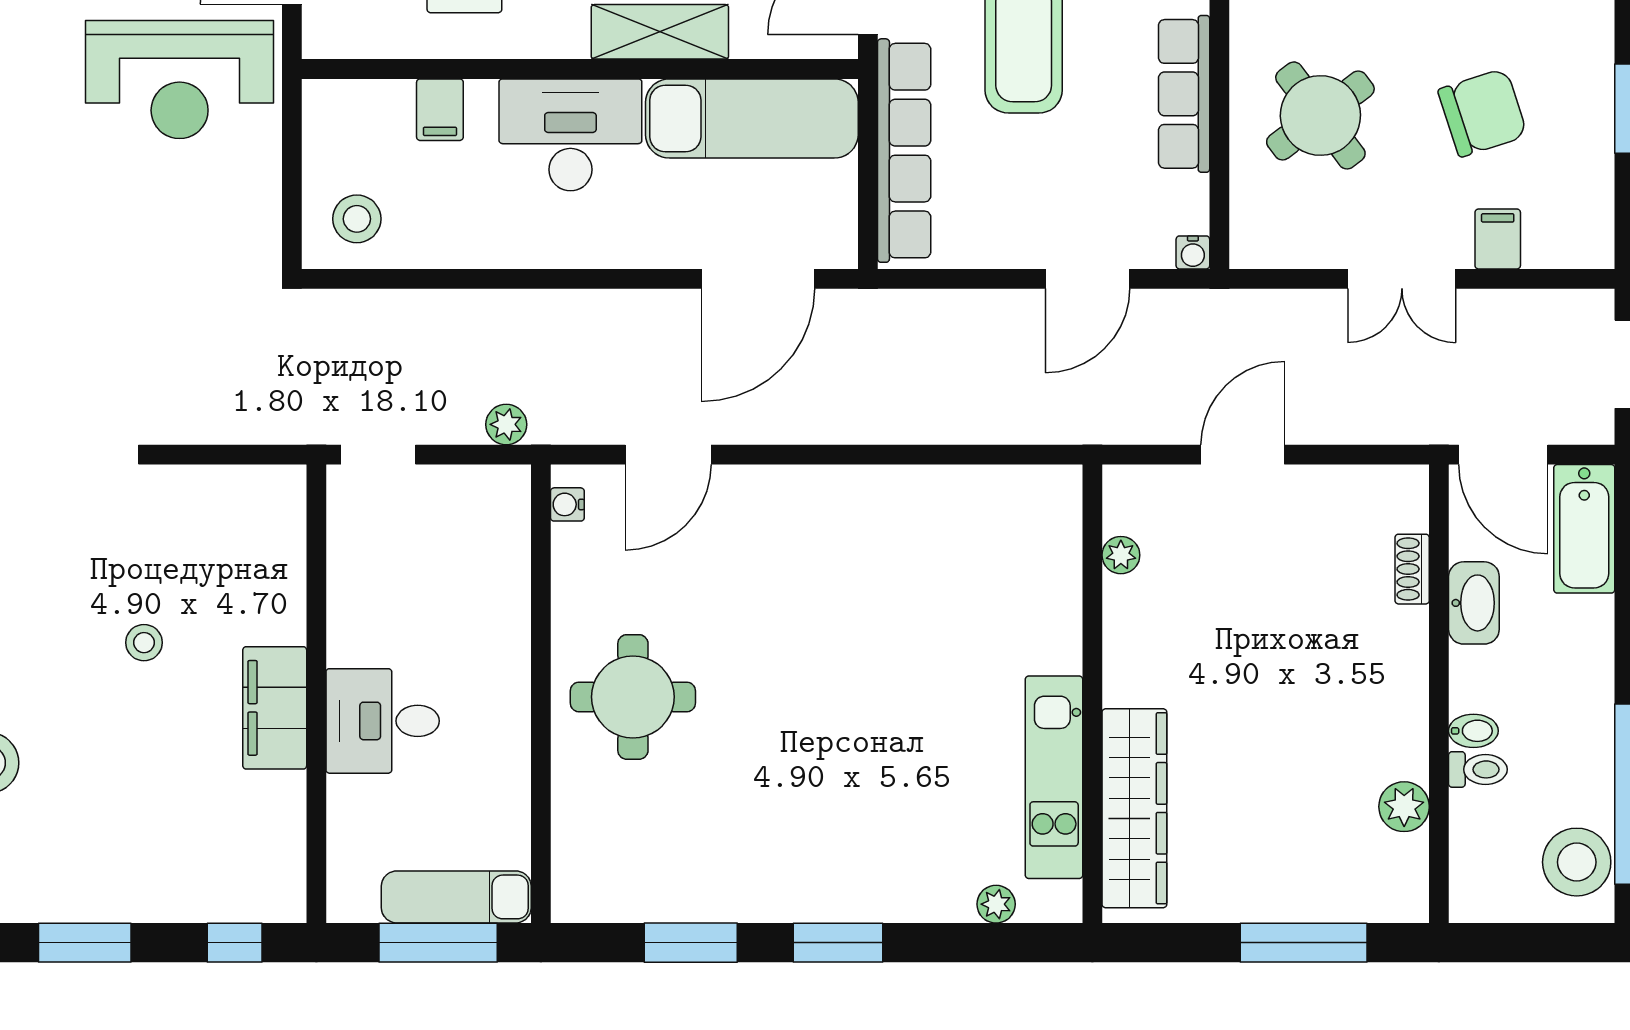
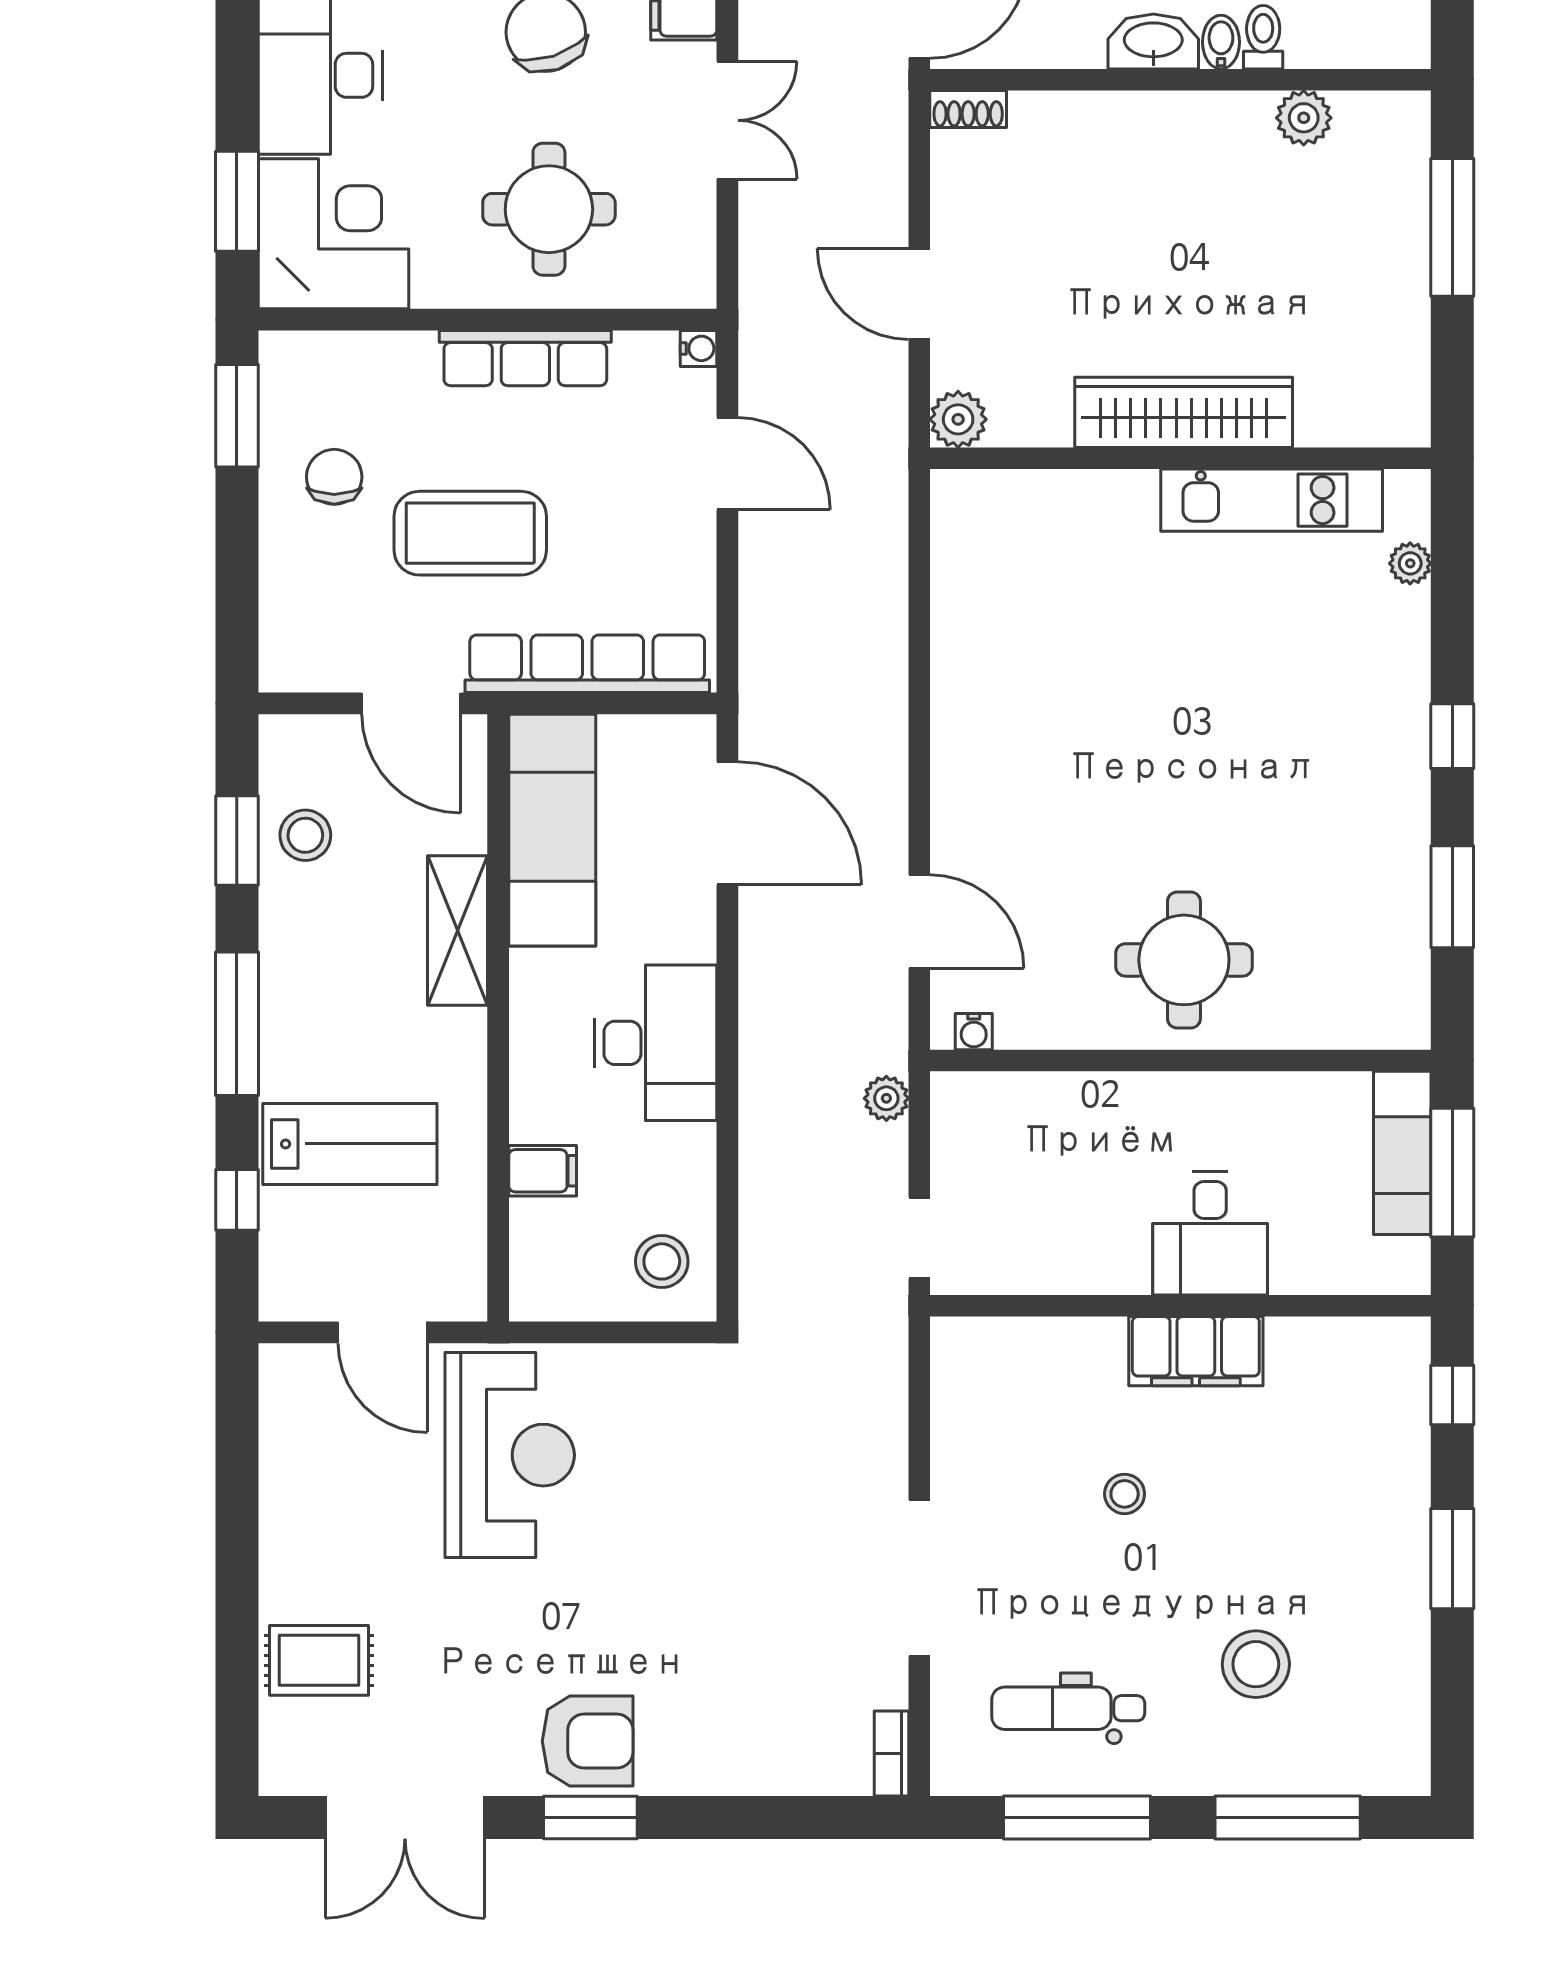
round table: (1320, 115) -> (549, 209), turned 37
desk: (570, 135) -> (655, 1043), moved, turned 180
plant: (1121, 555) -> (958, 419), moved, width x1.38, depth x1.38
shoe rack: (1412, 569) -> (968, 109), moved
washbasin: (1474, 603) -> (1153, 42), moved
wardrobe: (1134, 808) -> (1184, 412), moved
window: (838, 943) -> (1452, 736), width x0.67

